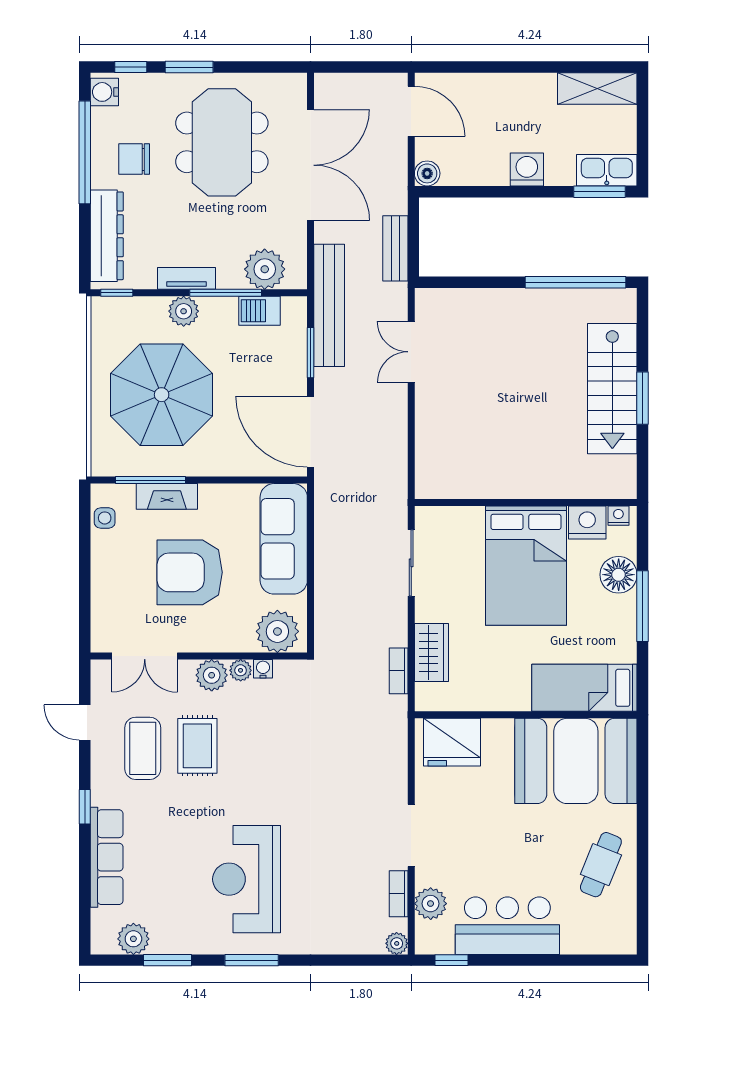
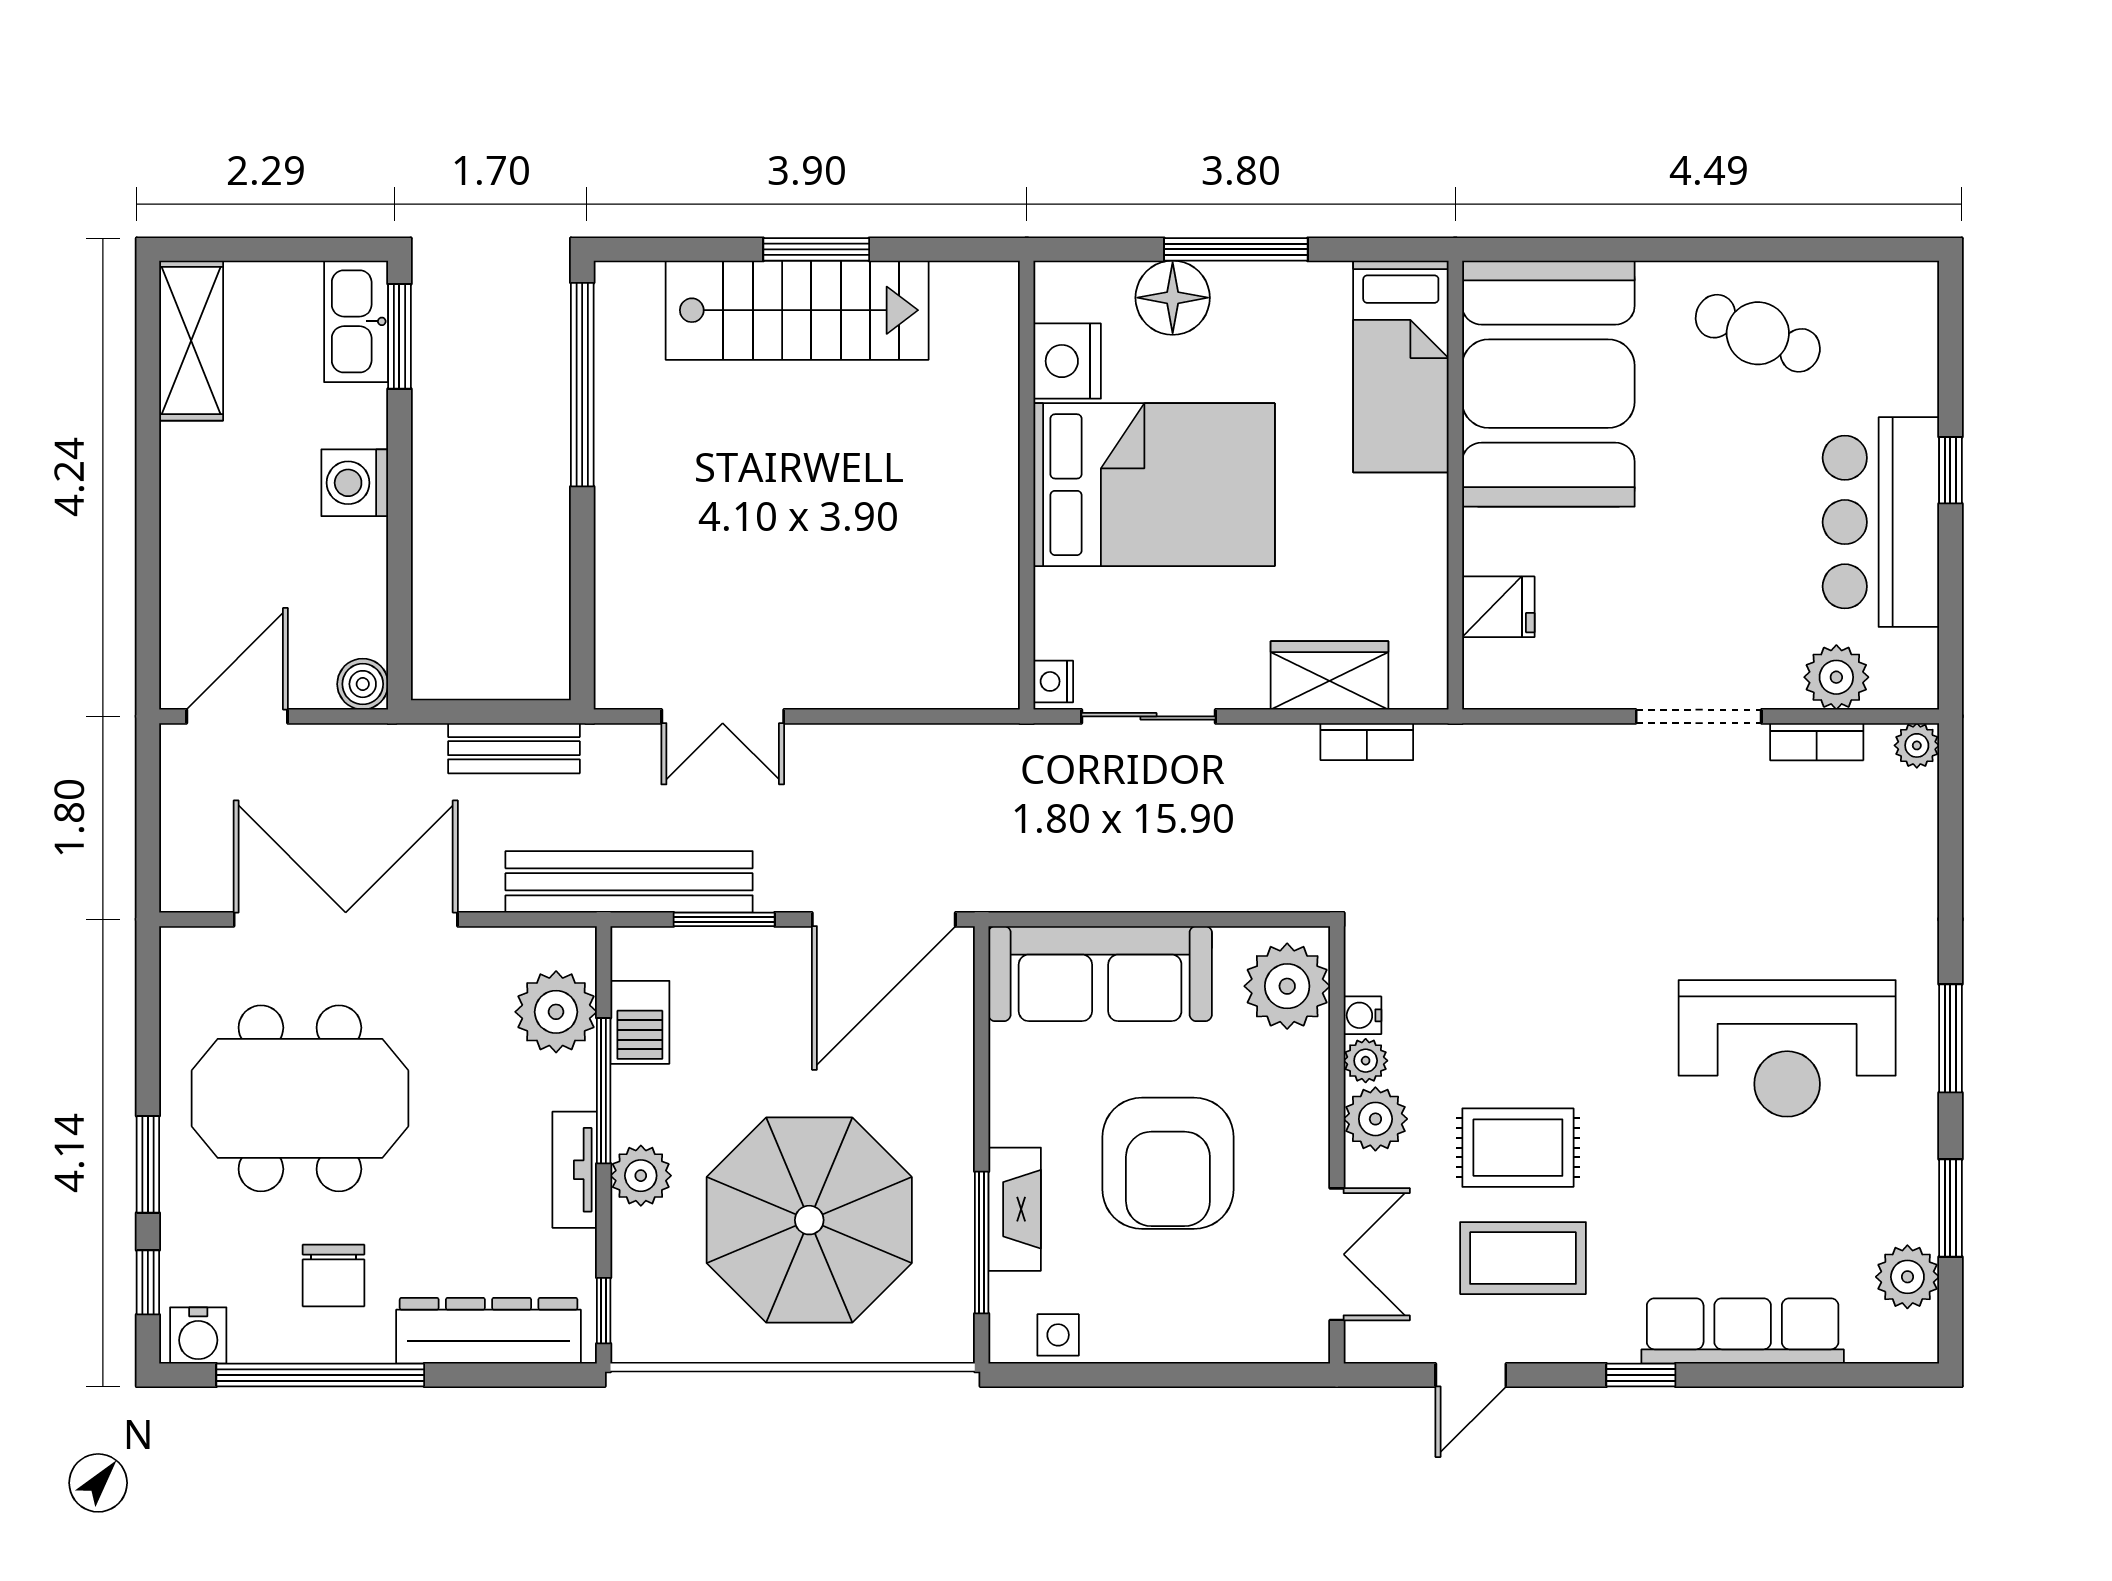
nightstand: (618, 516) -> (1053, 681), moved
fridge: (452, 742) -> (1498, 607), width x0.53, depth x0.75
window: (451, 960) -> (1950, 470), moved

